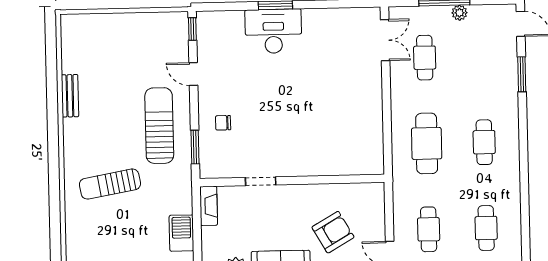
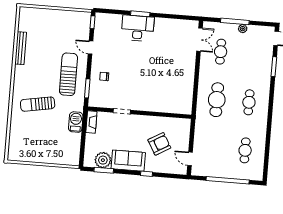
bench: (70, 96) -> (21, 48), width x1.36
cafe table: (429, 229) -> (213, 148), removed
barbecue: (181, 233) -> (76, 122), moved

